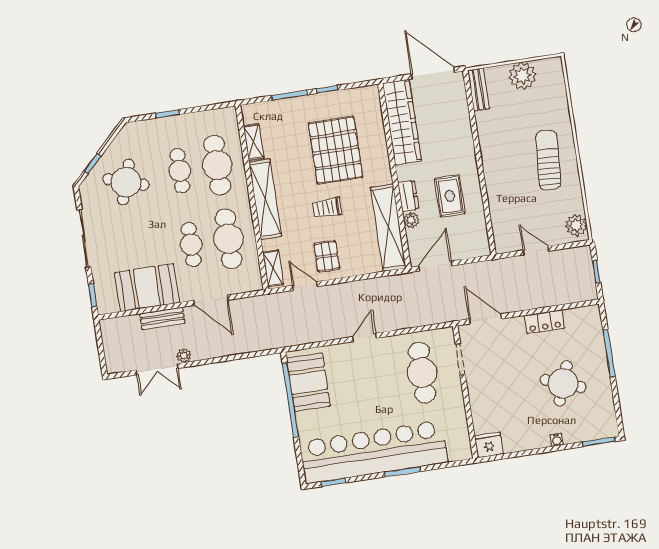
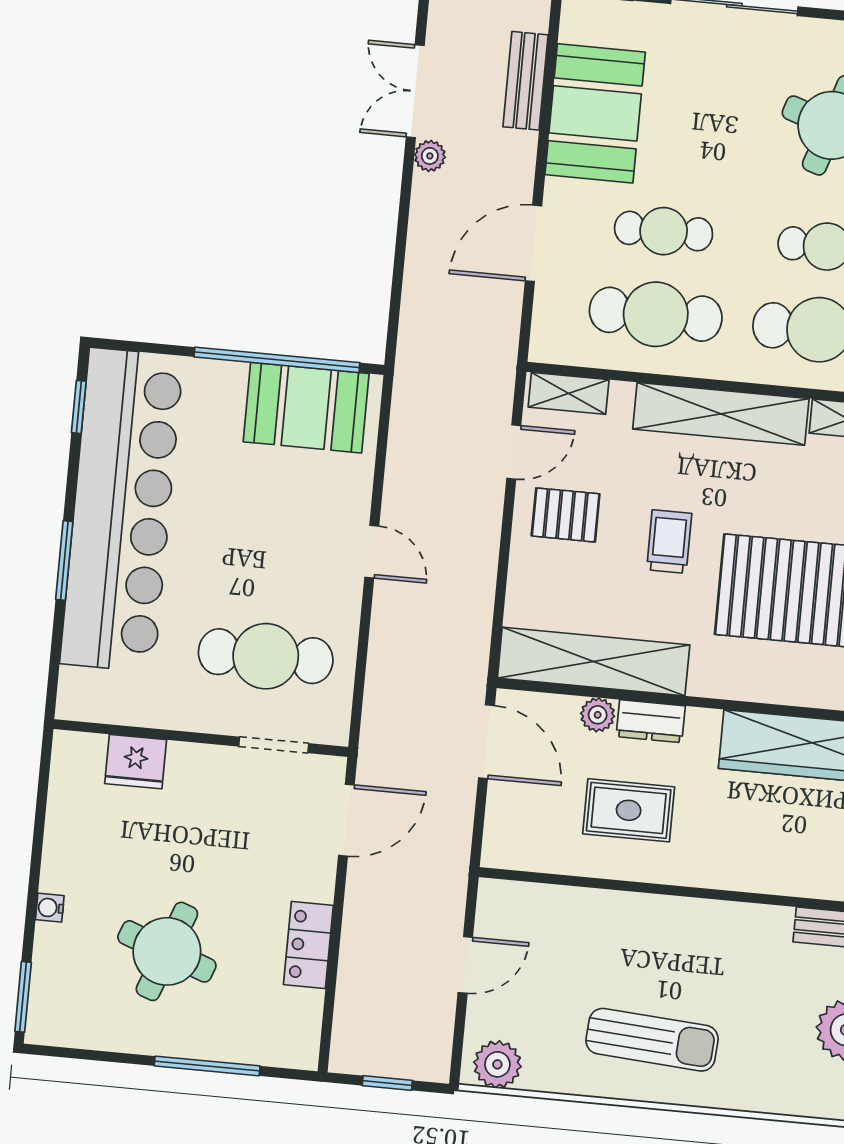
bench: (162, 318) -> (526, 81), moved
fridge: (489, 445) -> (136, 762), moved, turned 90

